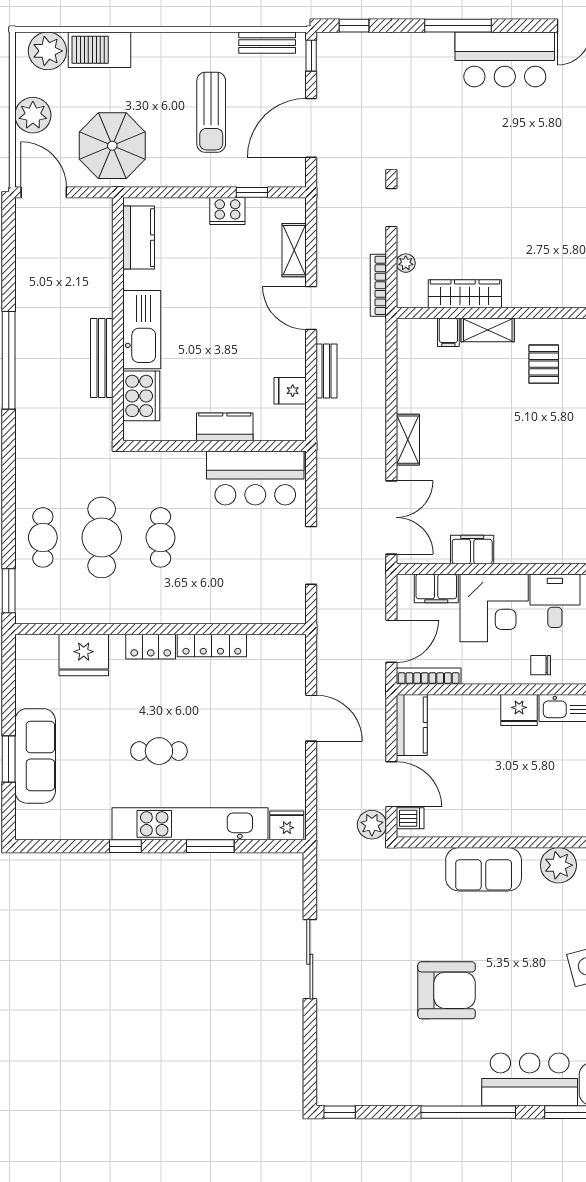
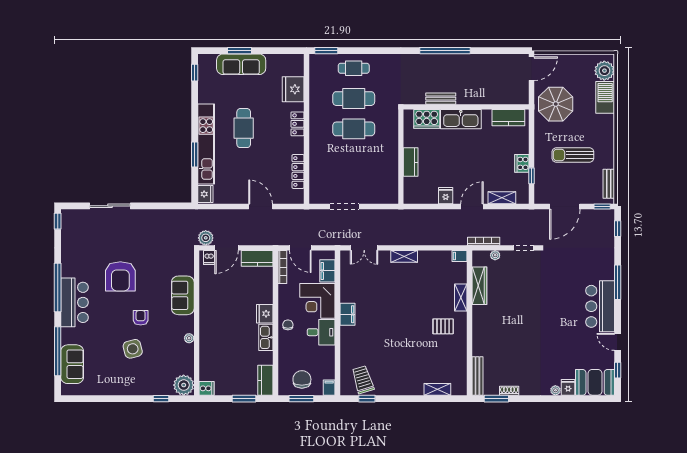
plant: (33, 115) -> (571, 63), removed
door: (311, 128) -> (565, 206), swing flipped
filing cabinet: (448, 332) -> (459, 256), moved
bench: (102, 358) -> (441, 99), width x0.73
bench: (326, 371) -> (440, 214), removed
fridge: (290, 391) -> (446, 196), moved
bar counter: (255, 478) -> (384, 178), removed
double door: (391, 517) -> (364, 248), width x0.73
cafe table: (161, 537) -> (354, 129), width x1.37, depth x1.35
filing cabinet: (472, 550) -> (348, 314), moved
locker: (212, 645) -> (298, 171), moved
door: (311, 718) -> (261, 206), swing flipped
cafe table: (159, 751) -> (244, 128), width x1.37, depth x1.35
window: (125, 846) -> (195, 73), moved
plant: (558, 865) -> (189, 338), width x0.53, depth x0.53
armchair: (527, 951) -> (141, 318), added
sliding door: (310, 959) -> (110, 206), moved
bar counter: (530, 1079) -> (74, 302), moved

